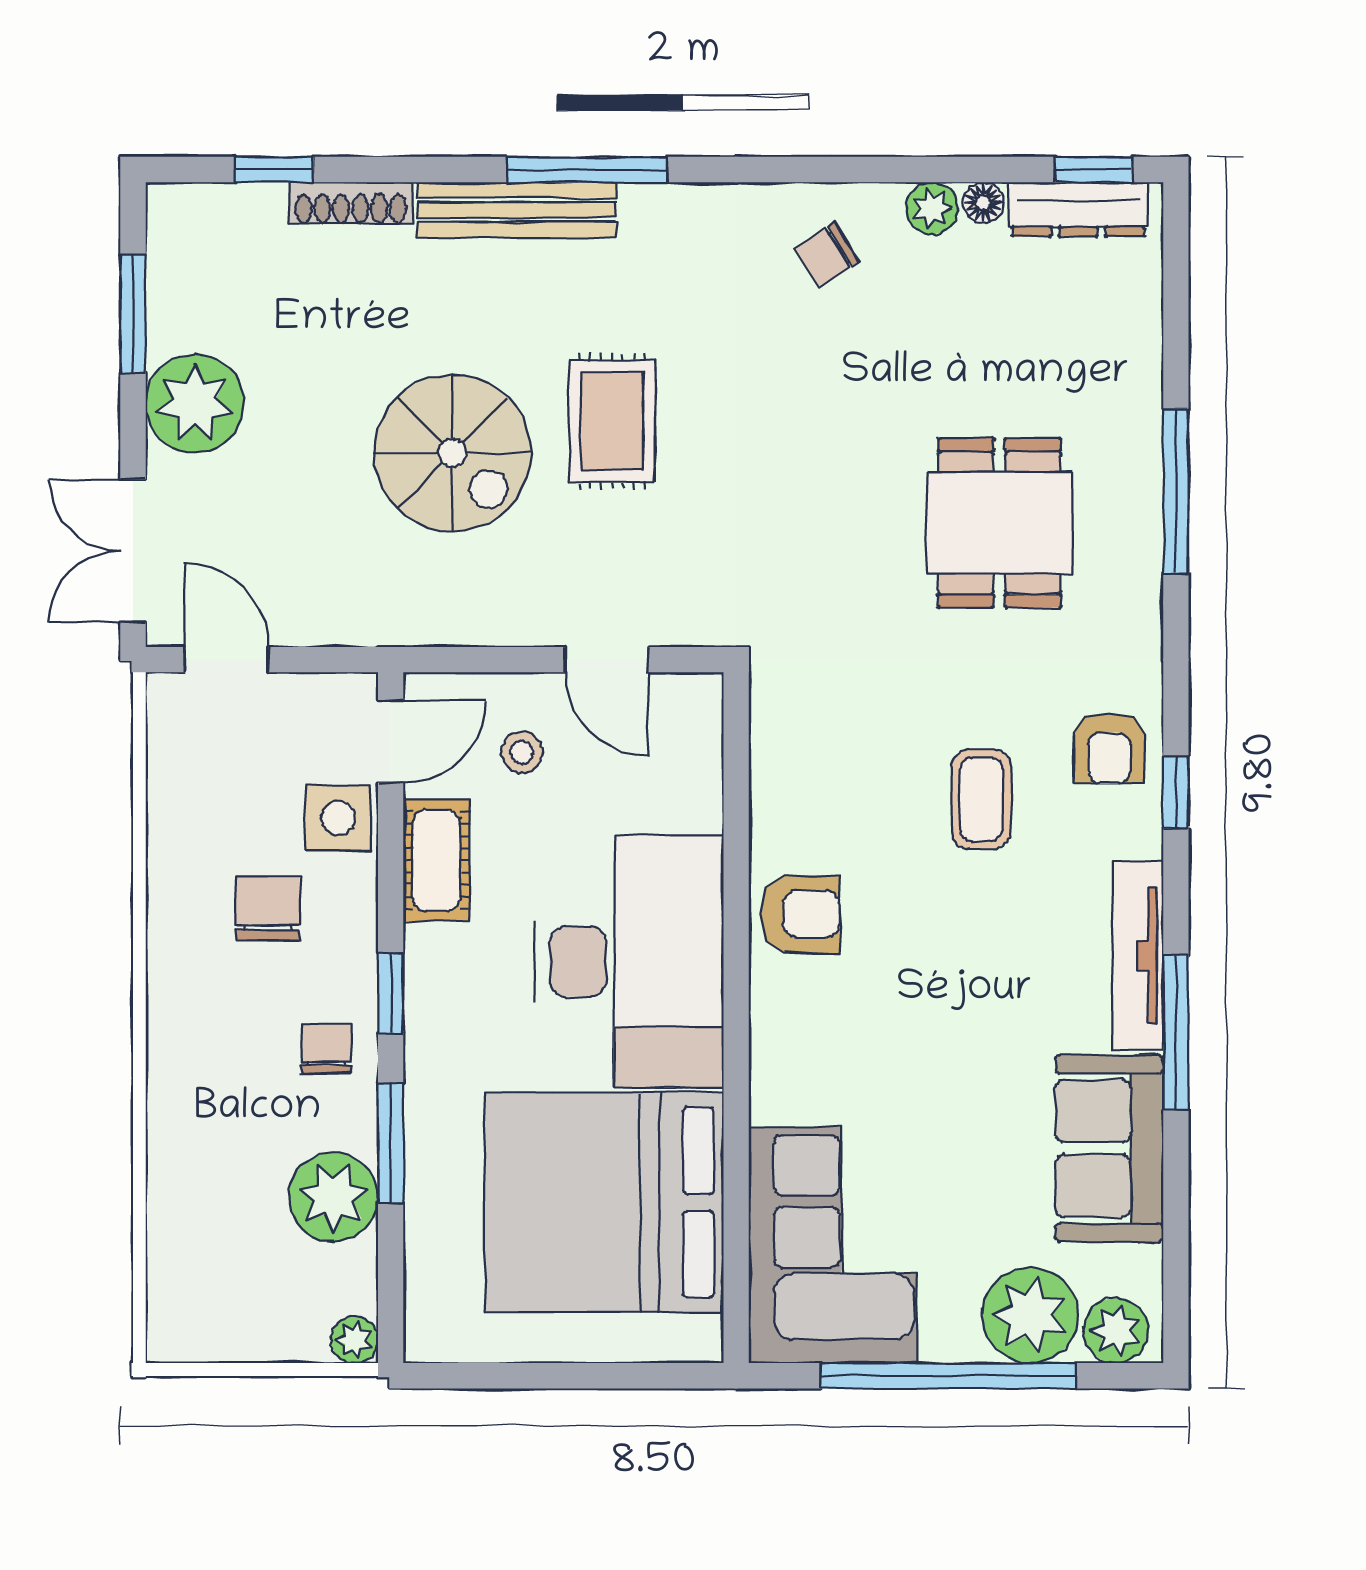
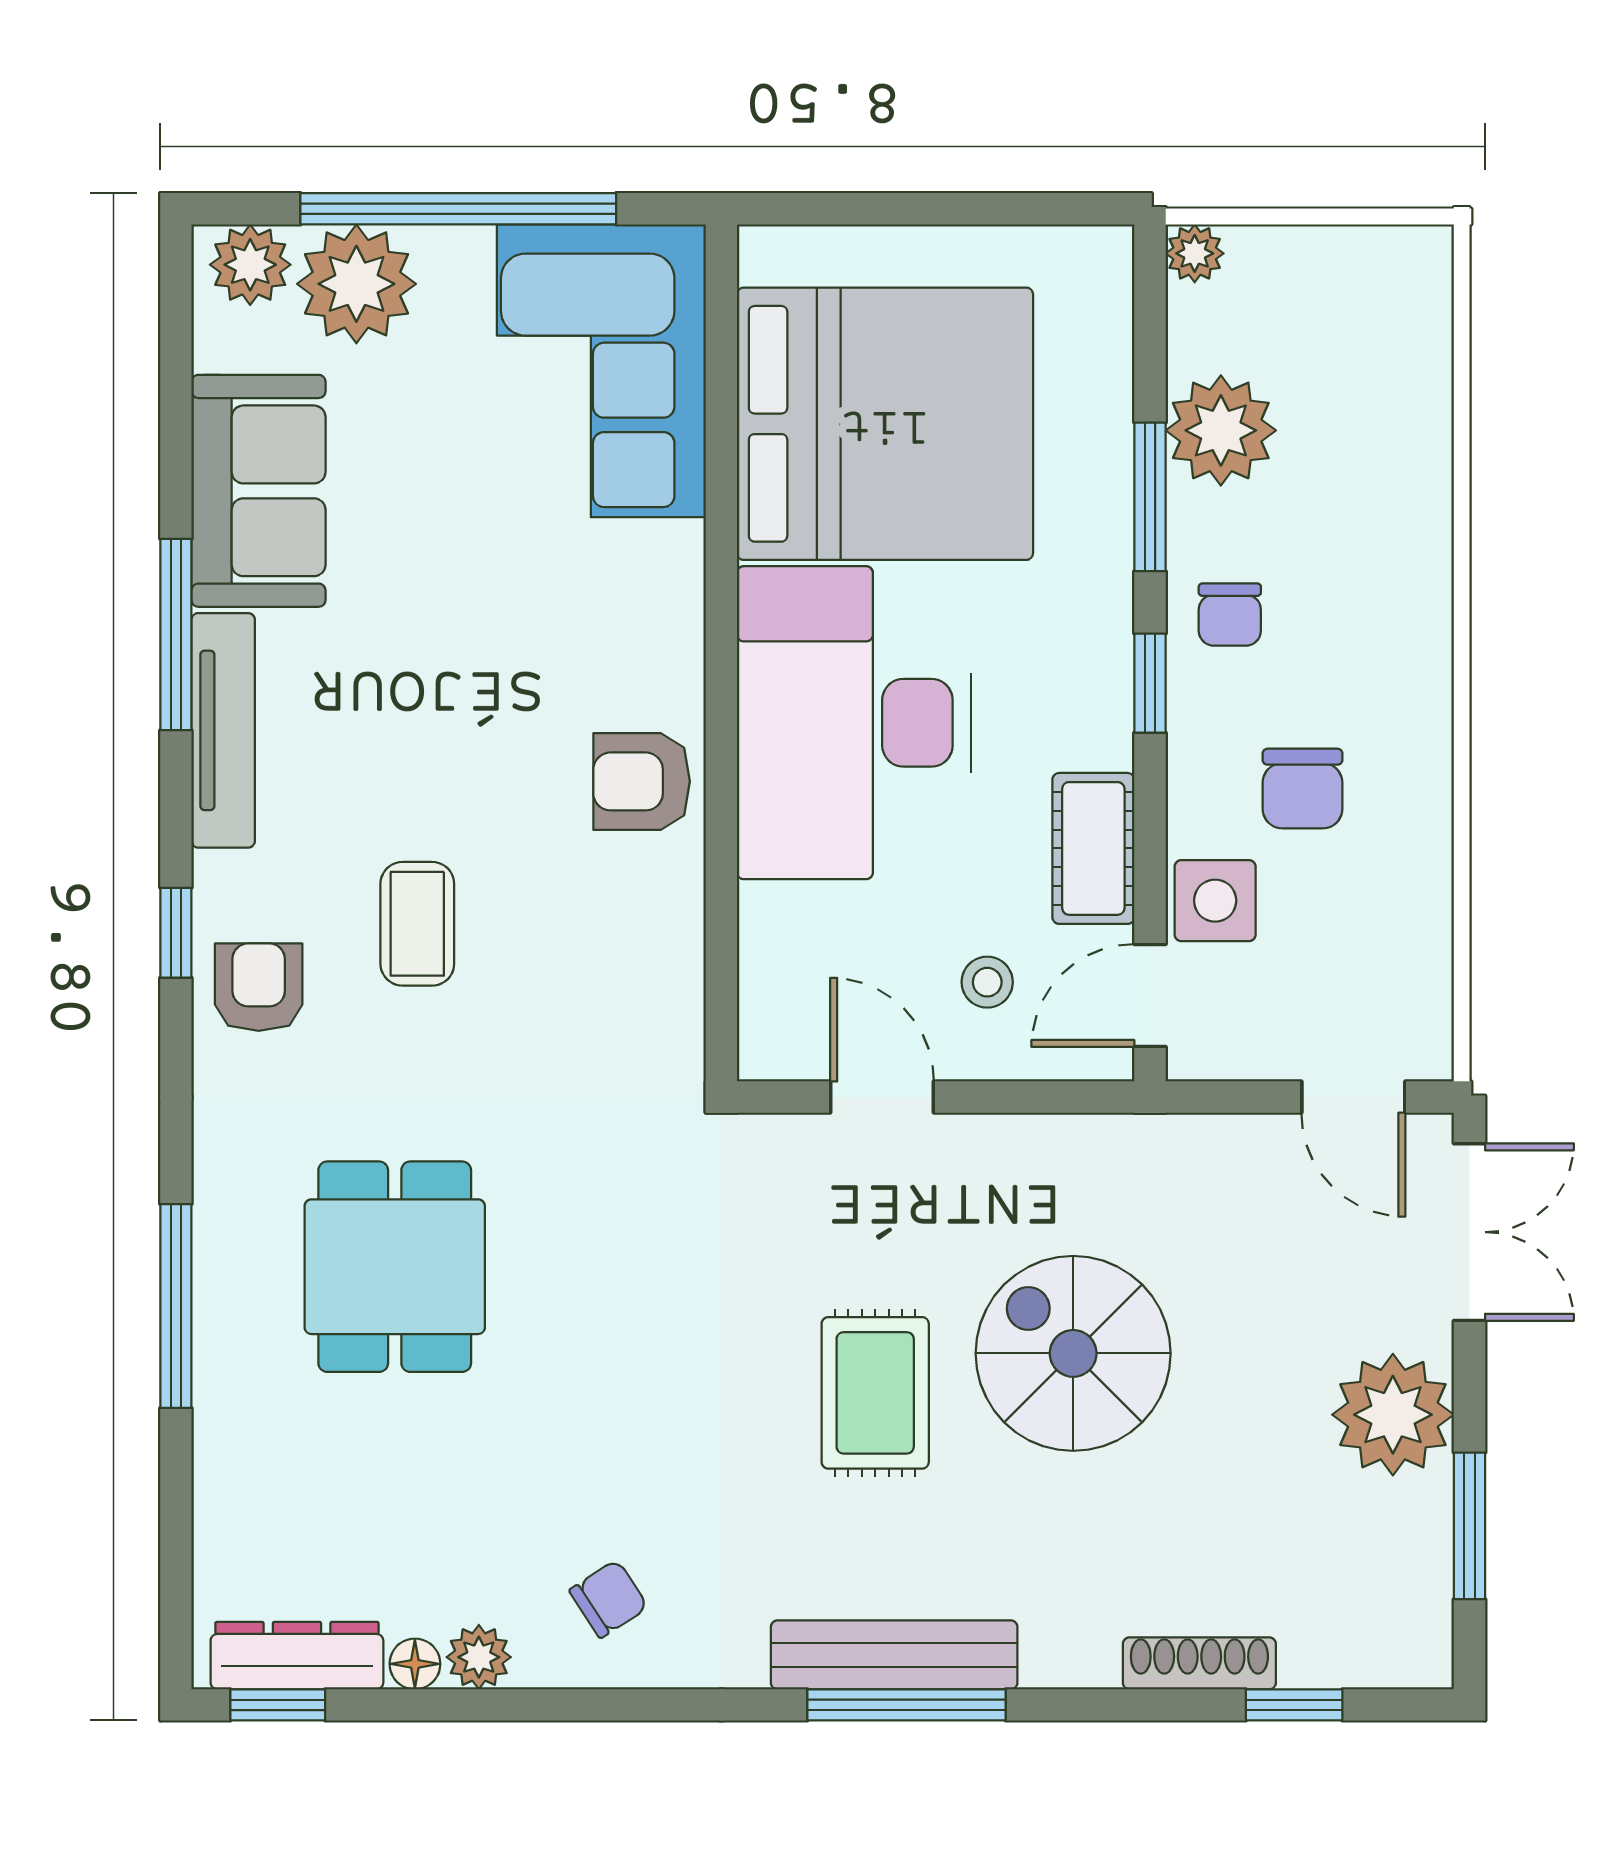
bench: (517, 210) -> (894, 1655), moved

